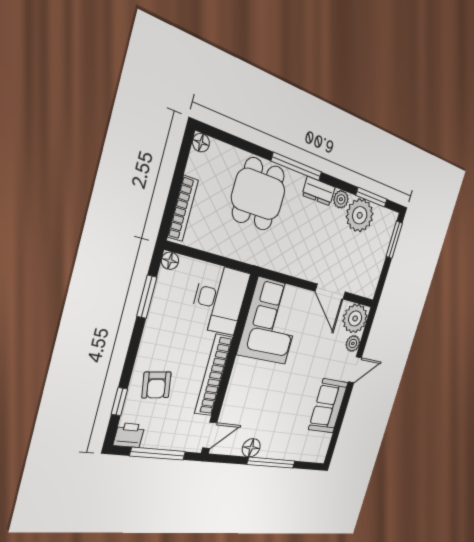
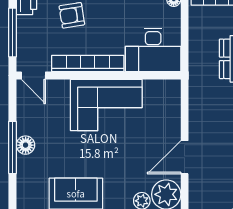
corner sofa: (272, 321) -> (106, 105), moved
floor lamp: (251, 448) -> (26, 145), moved

